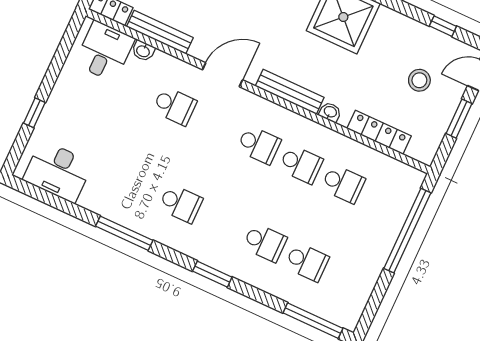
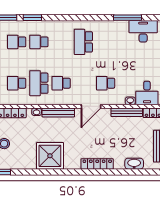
school desk: (301, 164) -> (39, 83), width x1.85
school desk: (181, 204) -> (83, 42), width x1.85
window: (124, 233) -> (127, 18), moved
window: (212, 274) -> (32, 18), moved

